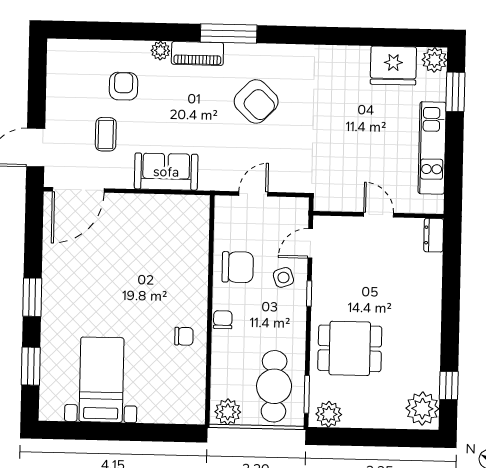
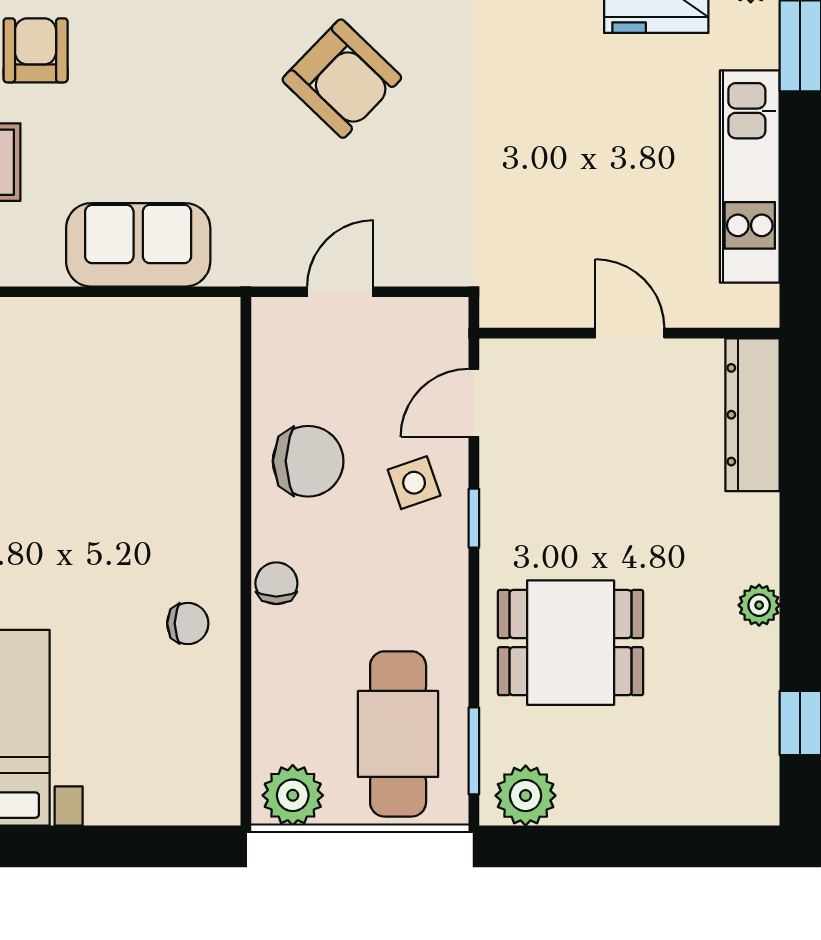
dresser: (434, 235) -> (753, 415), width x1.96, depth x1.24
plant: (422, 409) -> (759, 605), moved, width x0.53, depth x0.53

